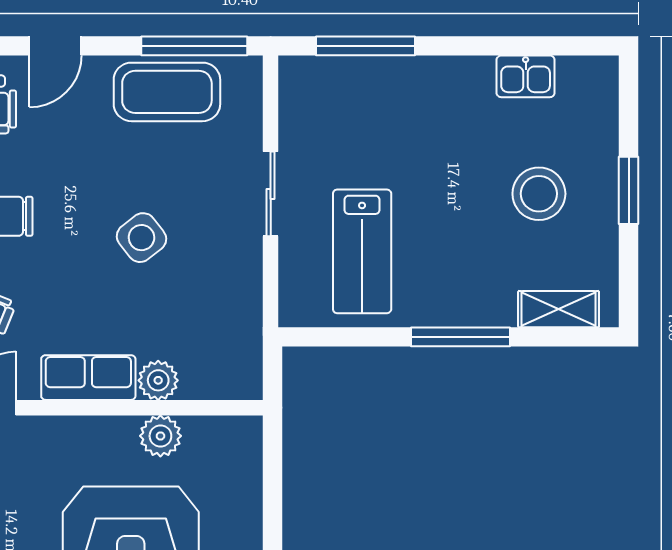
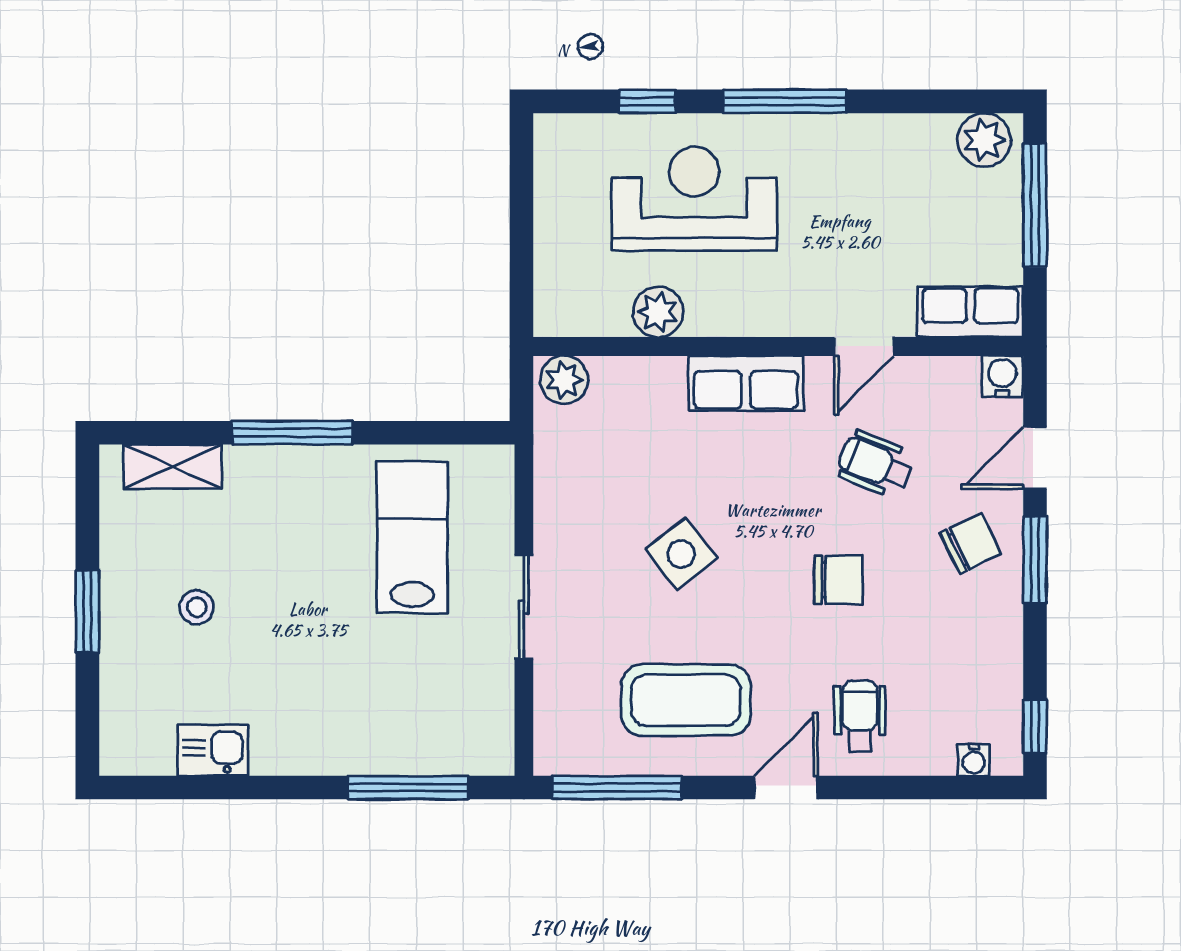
coffee table: (167, 92) -> (686, 700), moved
stool: (539, 194) -> (197, 607), width x0.53, depth x0.53
plant: (158, 380) -> (564, 380), moved

